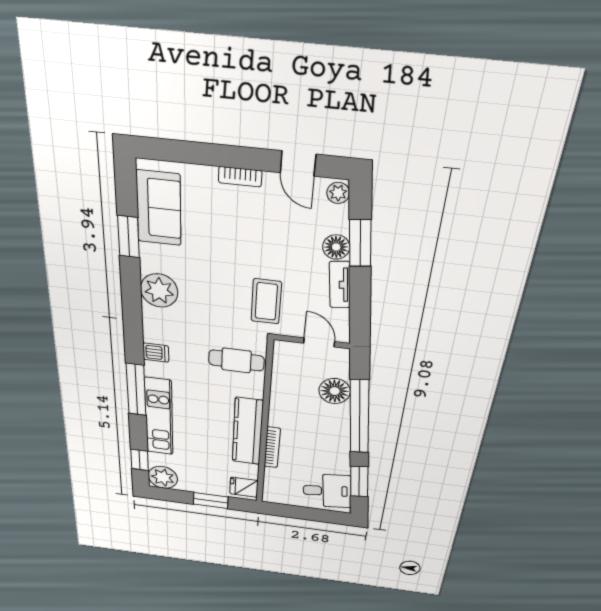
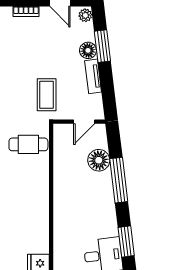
door: (319, 342) -> (84, 122), swing flipped
window: (359, 417) -> (119, 180), width x0.68
kitchen counter: (248, 431) -> (39, 207), removed
bookcase: (272, 447) -> (58, 219), removed

